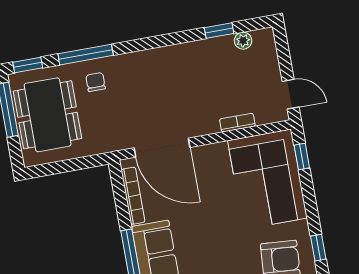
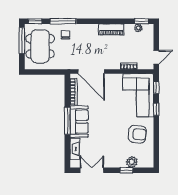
window: (219, 31) -> (142, 21), moved
piano: (188, 54) -> (111, 29), added
door: (291, 94) -> (156, 57), hinge flipped
window: (318, 248) -> (156, 109), moved

